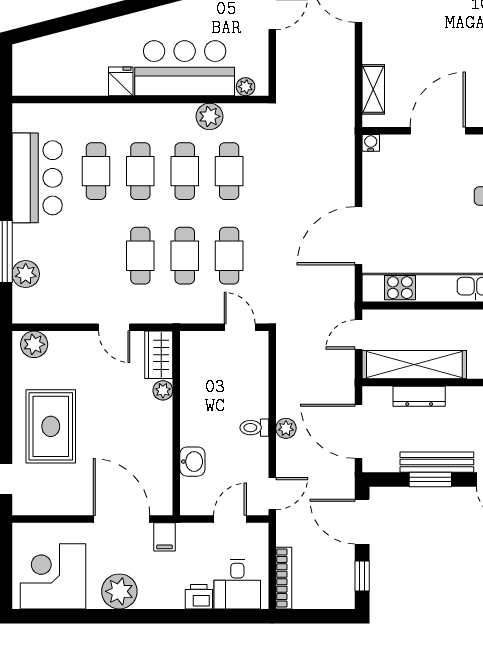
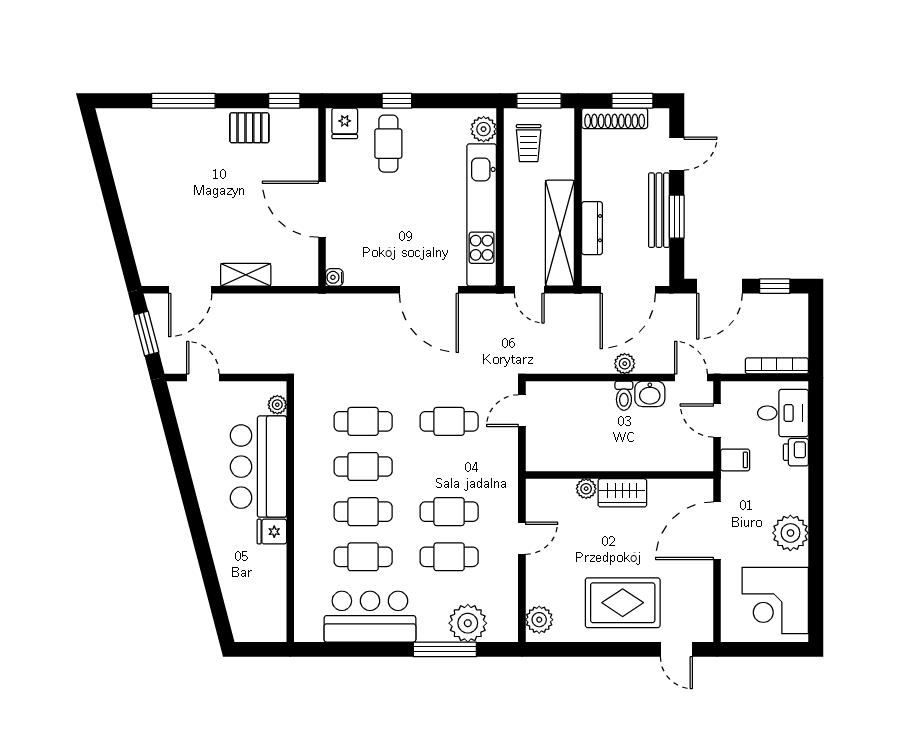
shelving: (373, 89) -> (246, 275), moved
plant: (210, 116) -> (307, 441), removed
cafe table: (185, 256) -> (449, 557), moved
plant: (26, 274) -> (468, 623), width x1.36, depth x1.36
wardrobe: (159, 355) -> (622, 493), moved
washbasin: (192, 462) -> (650, 394), moved, turned 180
filing cabinet: (165, 537) -> (735, 460), moved

